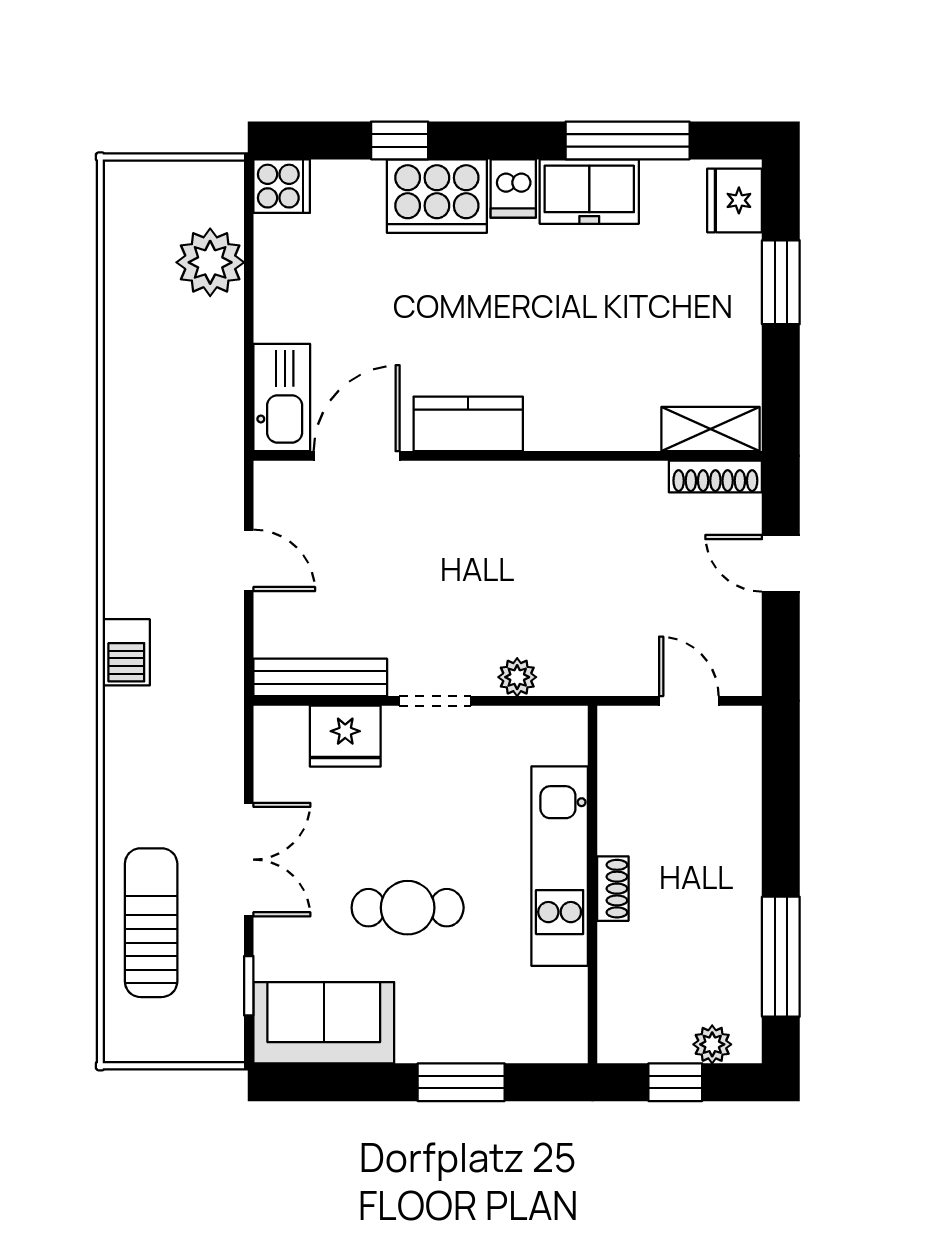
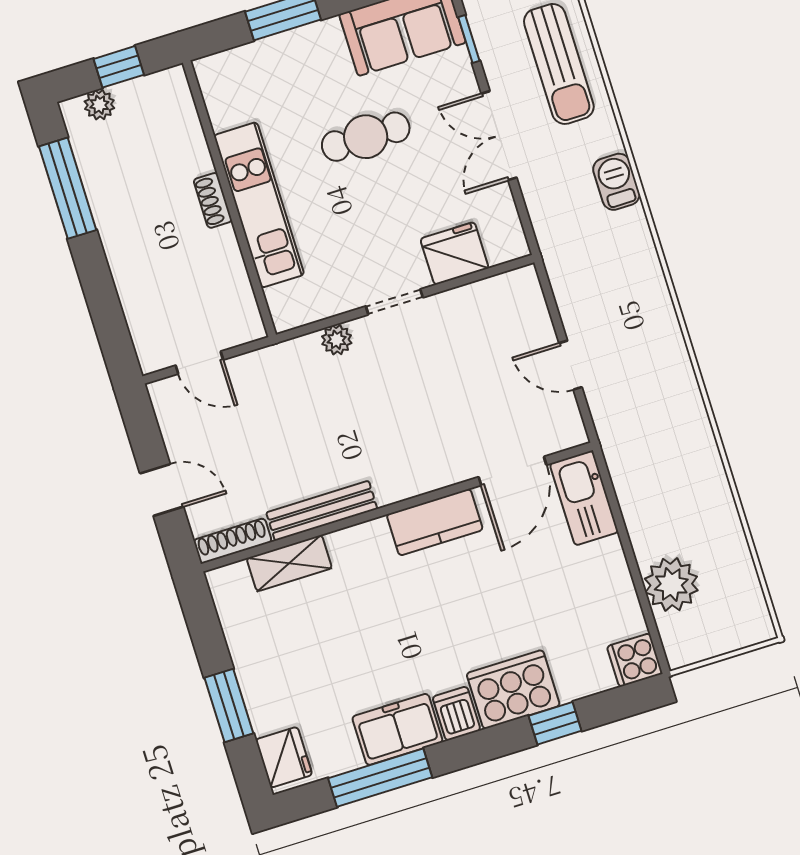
shelving: (711, 429) -> (289, 563), moved
barbecue: (126, 652) -> (616, 182), moved
bench: (320, 677) -> (322, 511), moved

